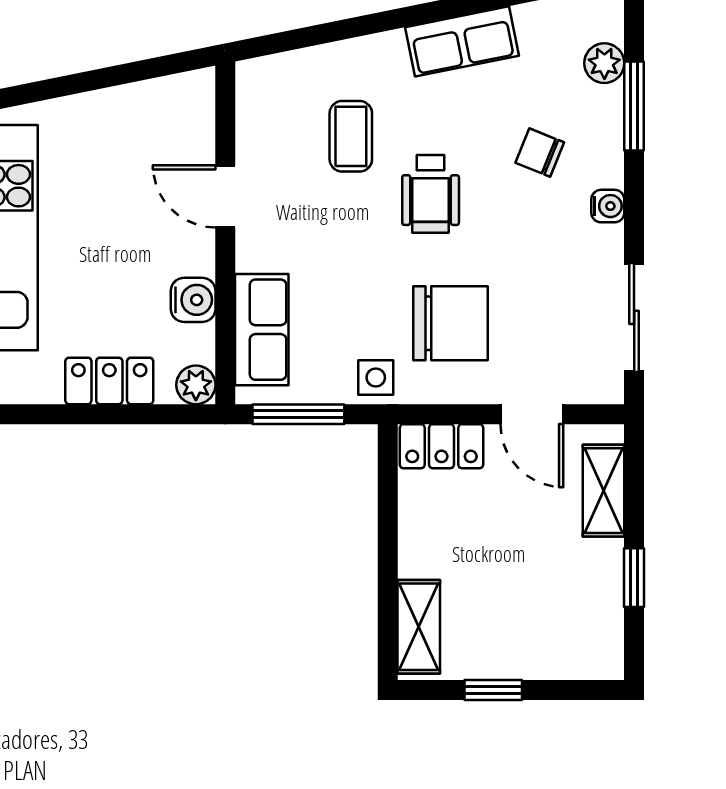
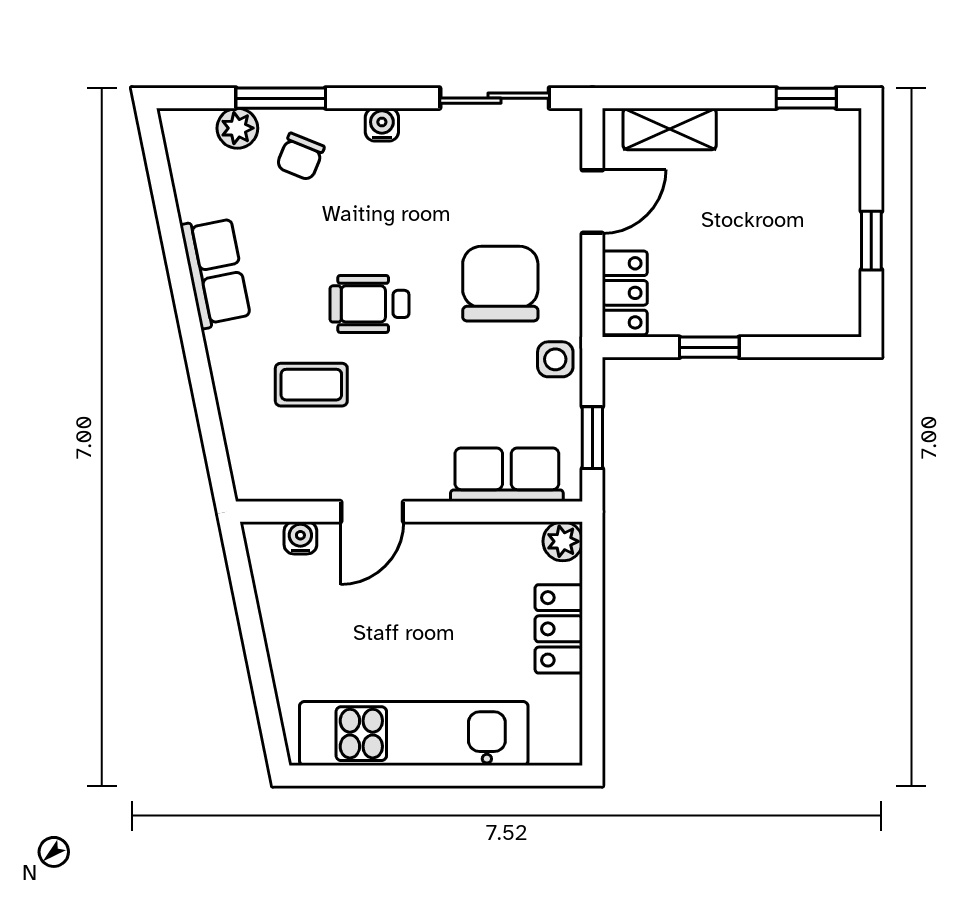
chair: (540, 153) -> (300, 157), moved
wheelchair: (431, 194) -> (369, 304), turned 180
water cooler: (193, 300) -> (300, 538), moved, width x0.72, depth x0.72
window: (298, 414) -> (592, 438), width x0.67
window: (388, 530) -> (709, 347), added
window: (634, 578) -> (806, 98), moved
shelving: (419, 627) -> (807, 316), removed

